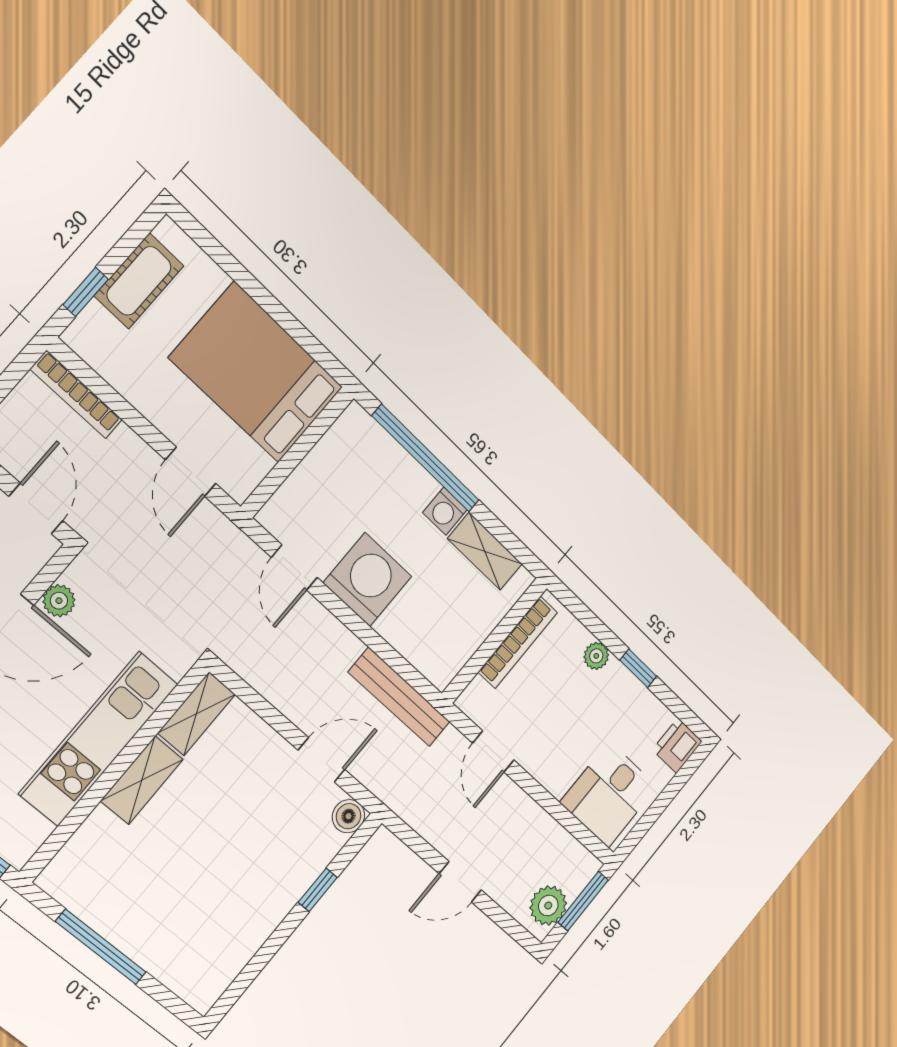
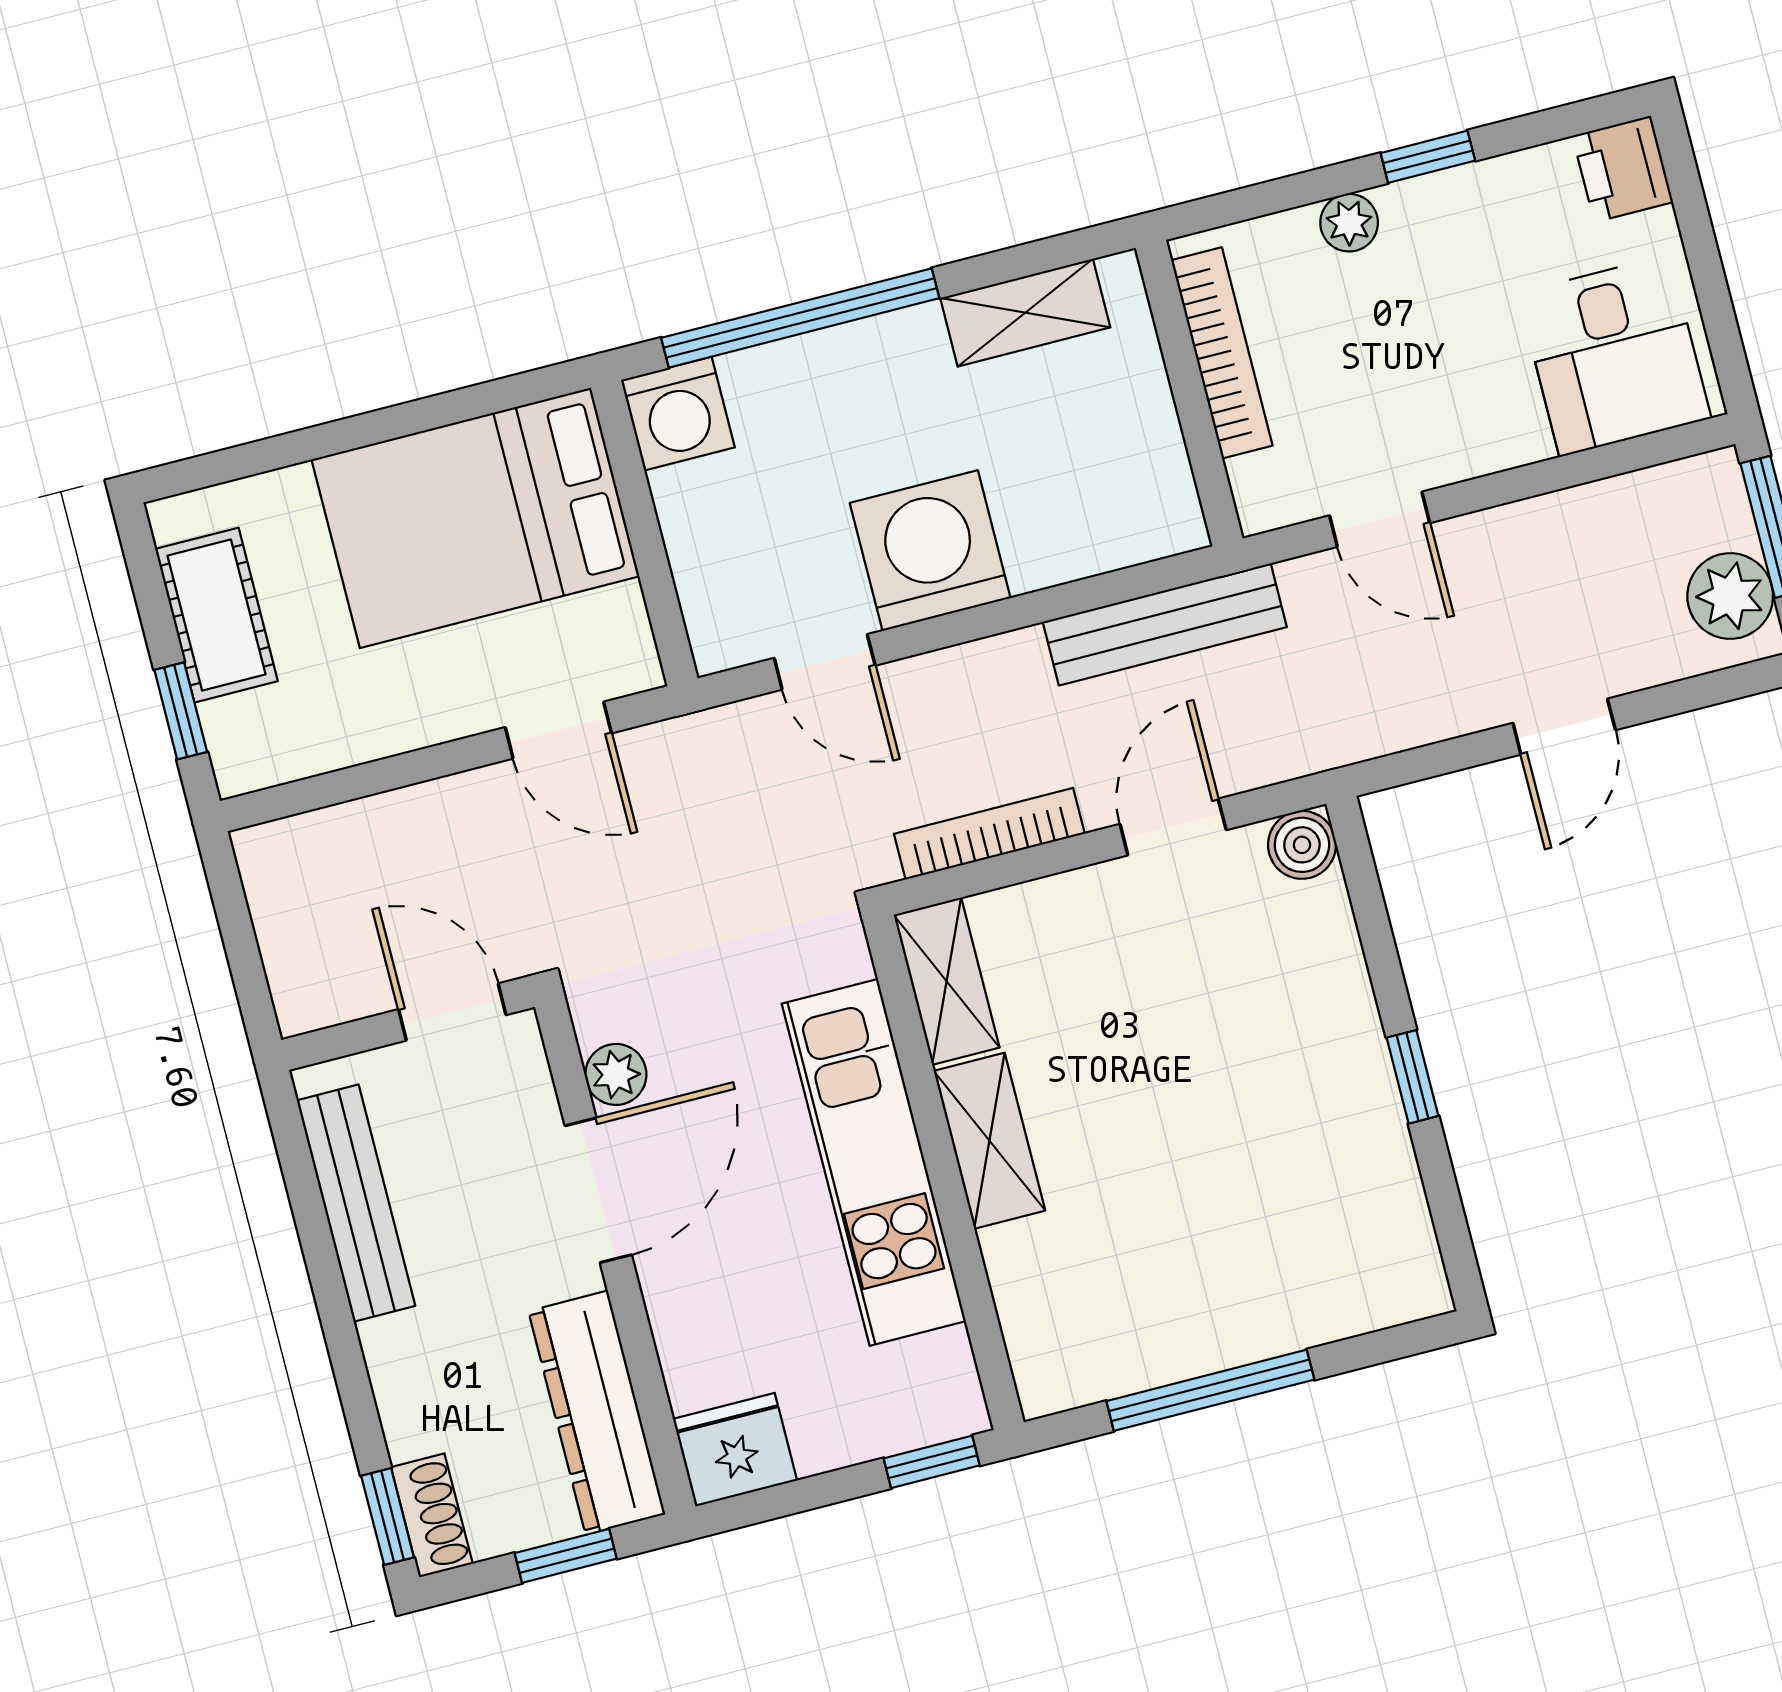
bookcase: (76, 395) -> (989, 834), moved, turned 180
washing machine: (445, 511) -> (678, 414), moved, width x1.38, depth x1.38
window: (318, 890) -> (1413, 1077), moved

